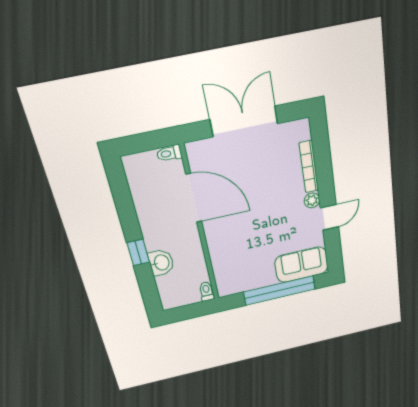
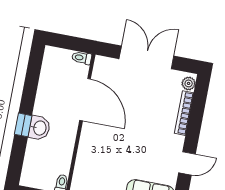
plant: (312, 200) -> (189, 83), moved
washbasin: (161, 263) -> (39, 128), moved

